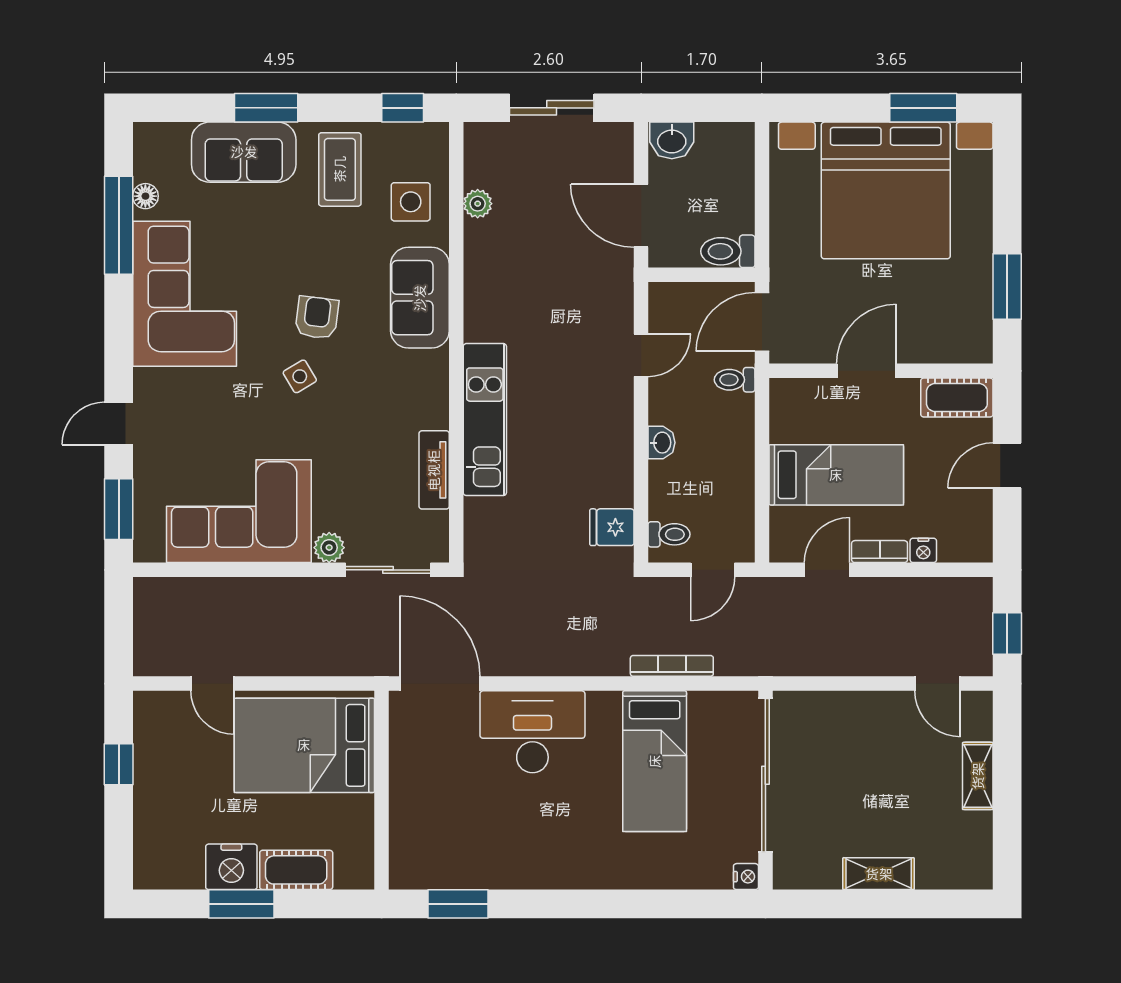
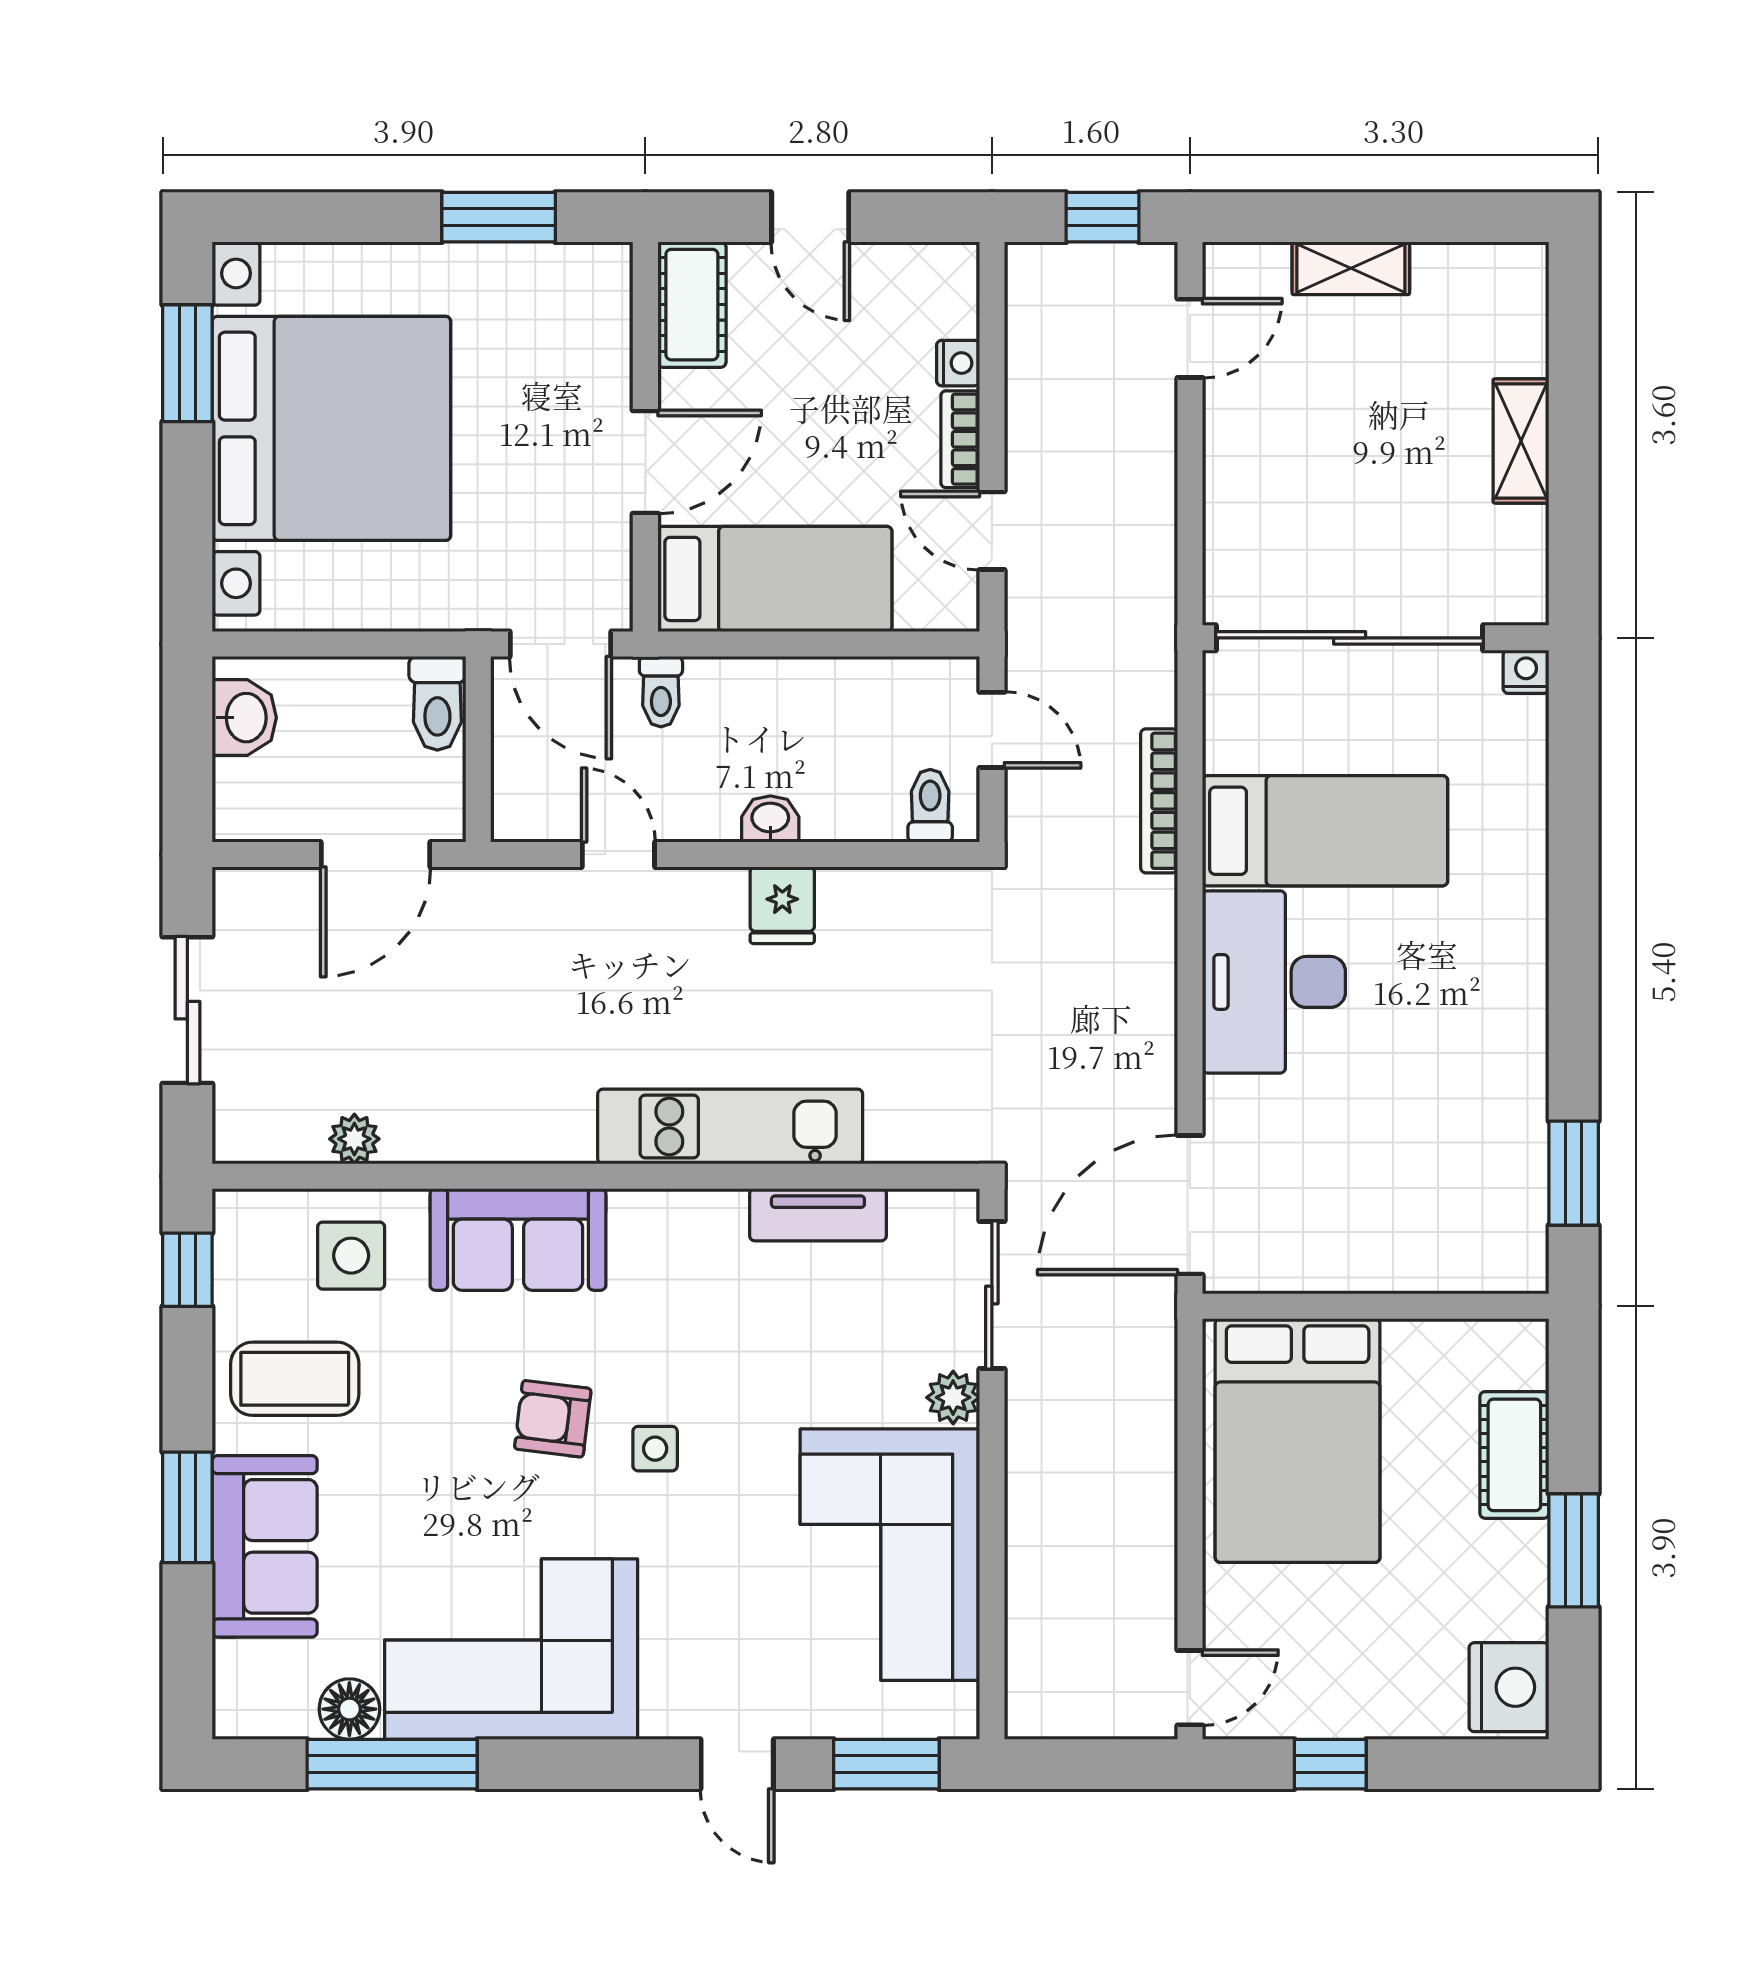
washbasin: (672, 140) -> (244, 718), moved
floor lamp: (145, 196) -> (349, 1709), width x1.37, depth x1.37
door: (866, 371) -> (645, 462), swing flipped
side table: (300, 376) -> (655, 1449), turned 31
bed: (836, 475) -> (775, 579), moved, turned 90
fridge: (612, 527) -> (782, 905), moved
door: (212, 684) -> (1190, 1688), moved
desk: (532, 732) -> (1274, 982), moved
nightstand: (231, 867) -> (1509, 1687), moved

